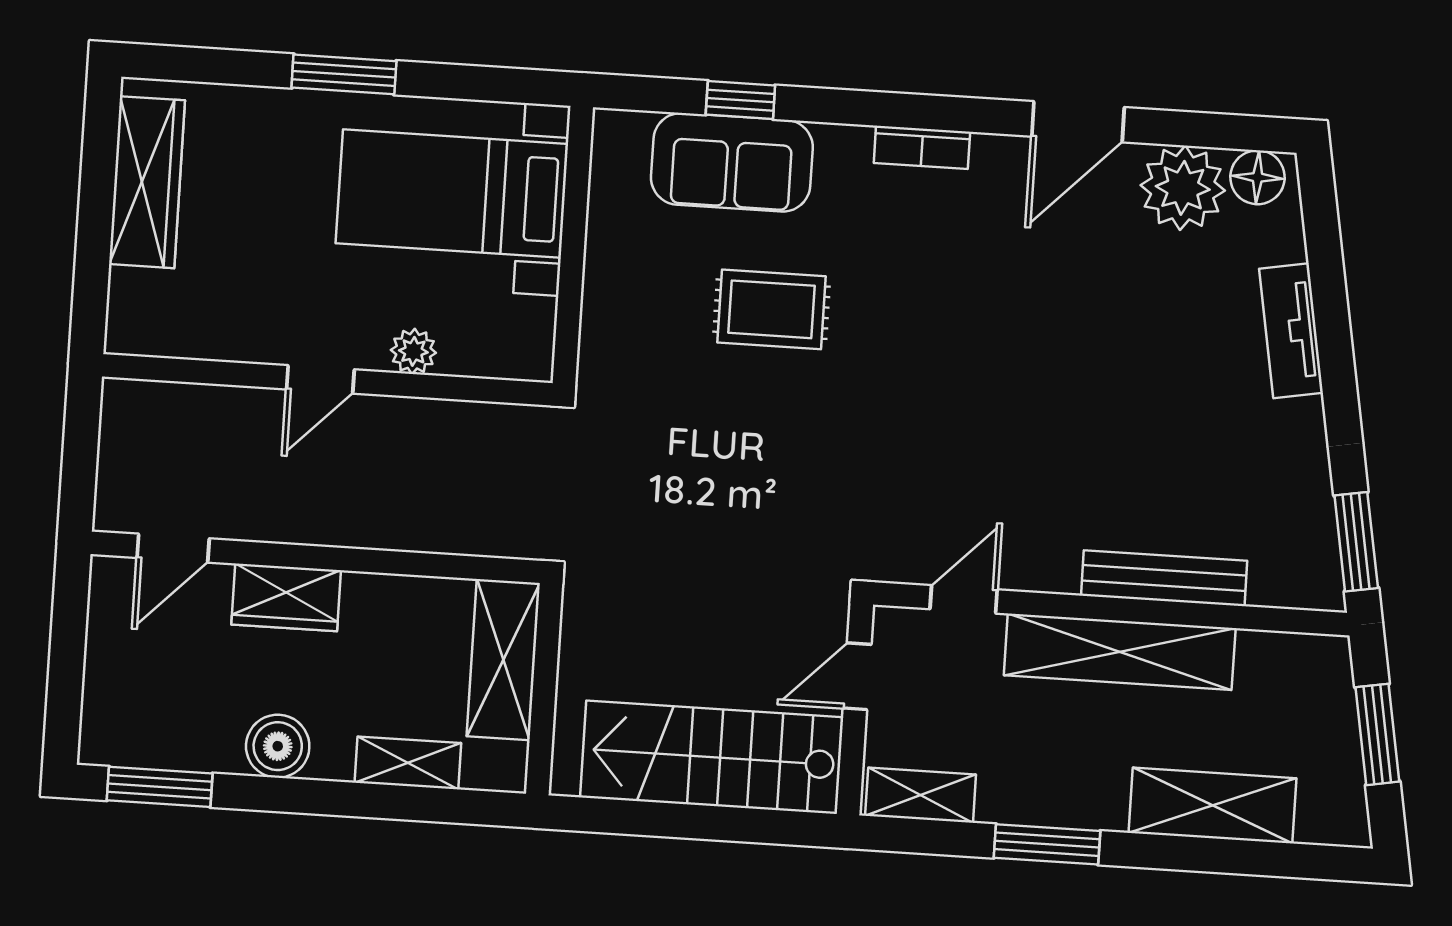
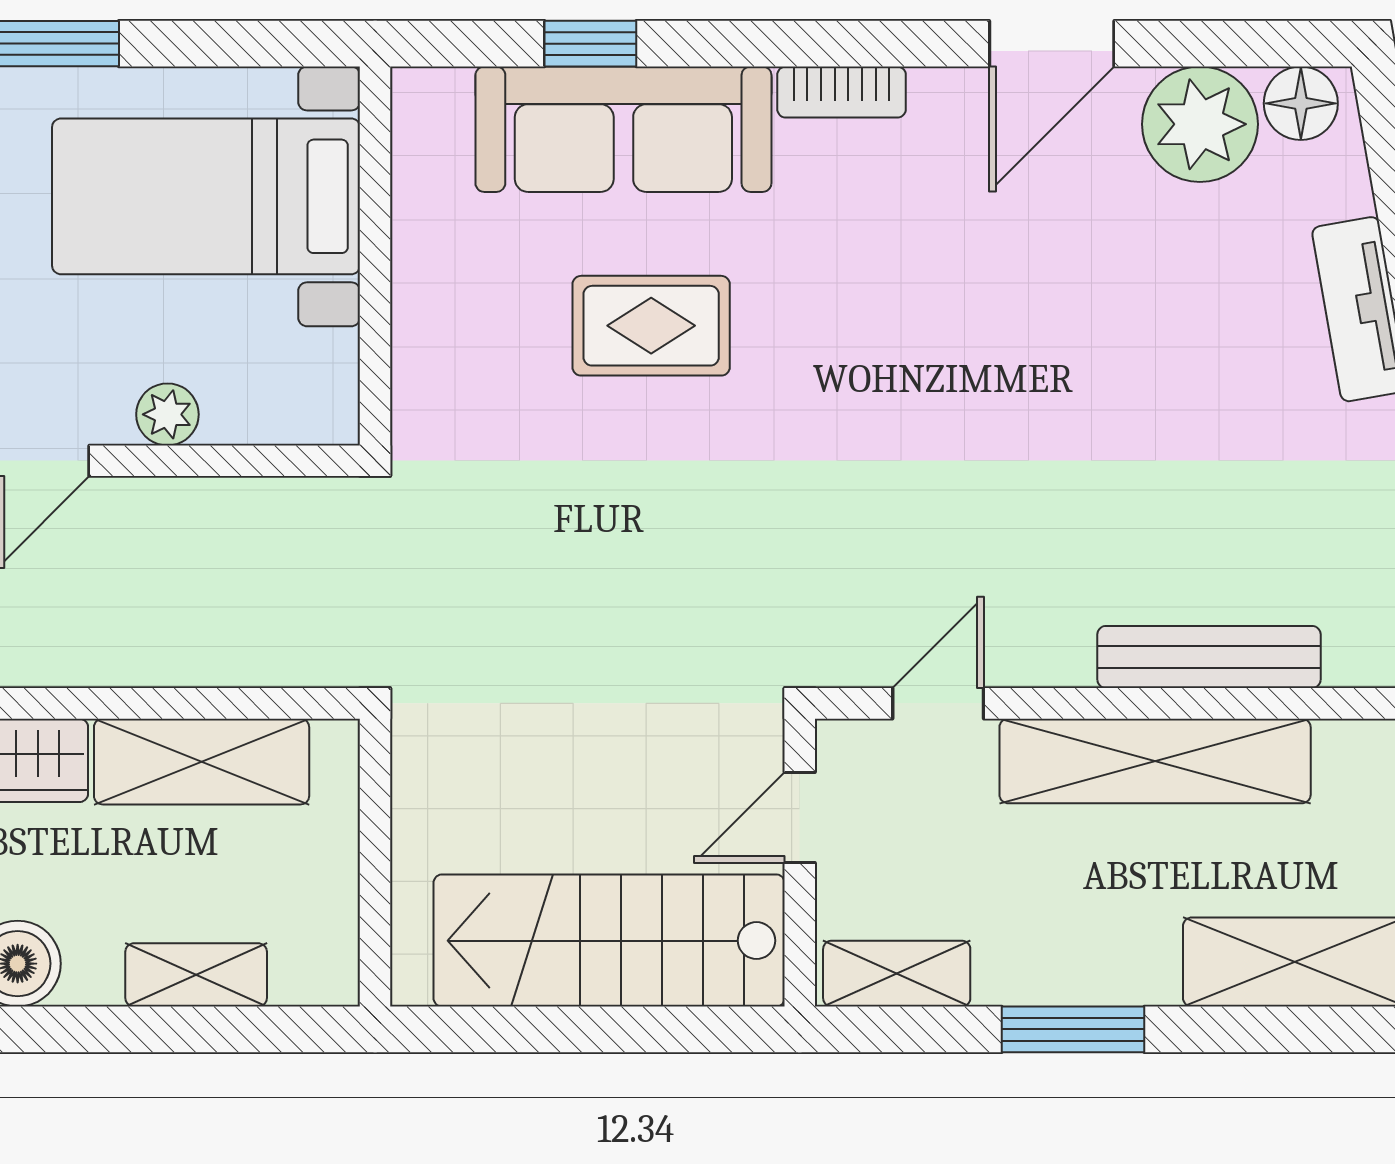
sofa: (732, 162) -> (623, 129), width x1.36
shelving: (503, 660) -> (202, 762), moved, turned 90

